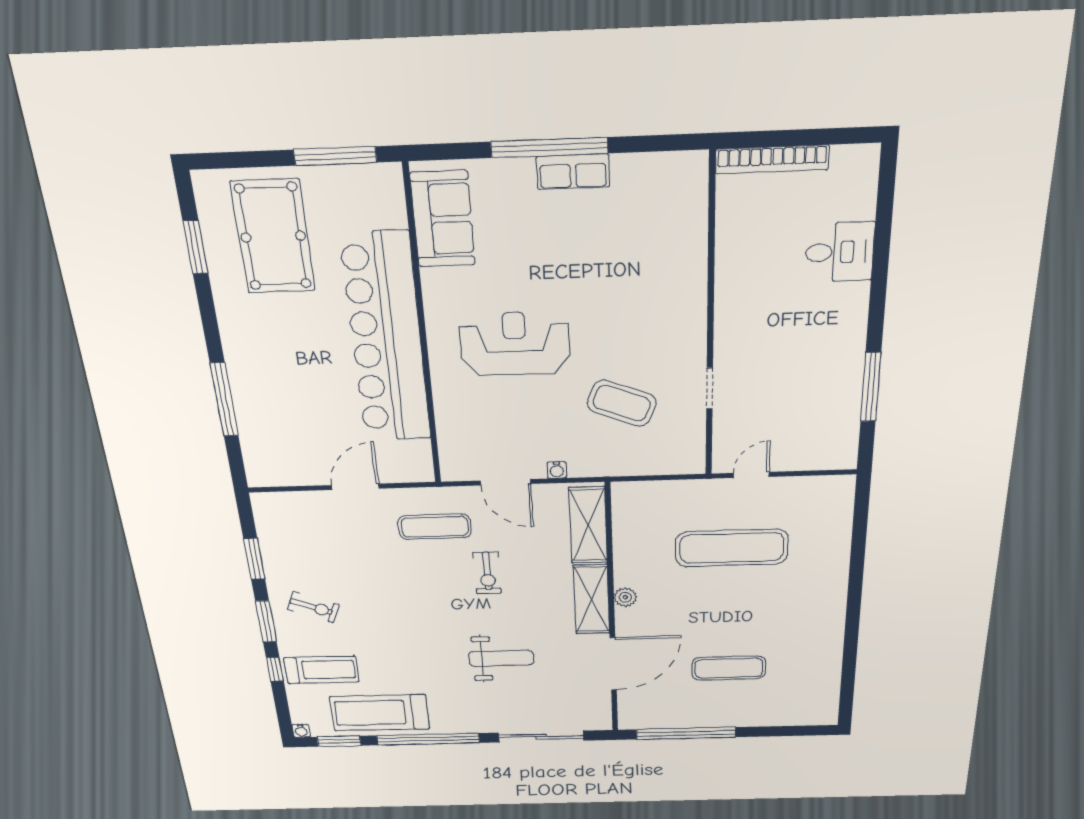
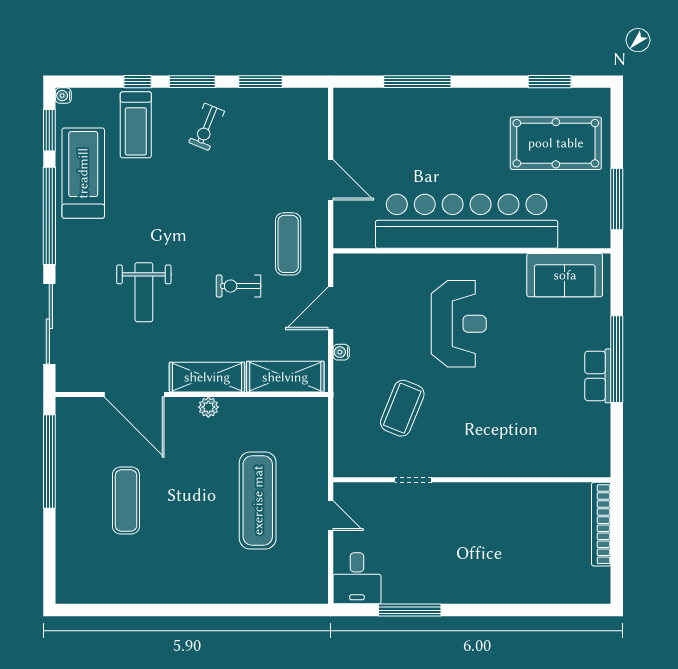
desk: (840, 252) -> (357, 578), moved

